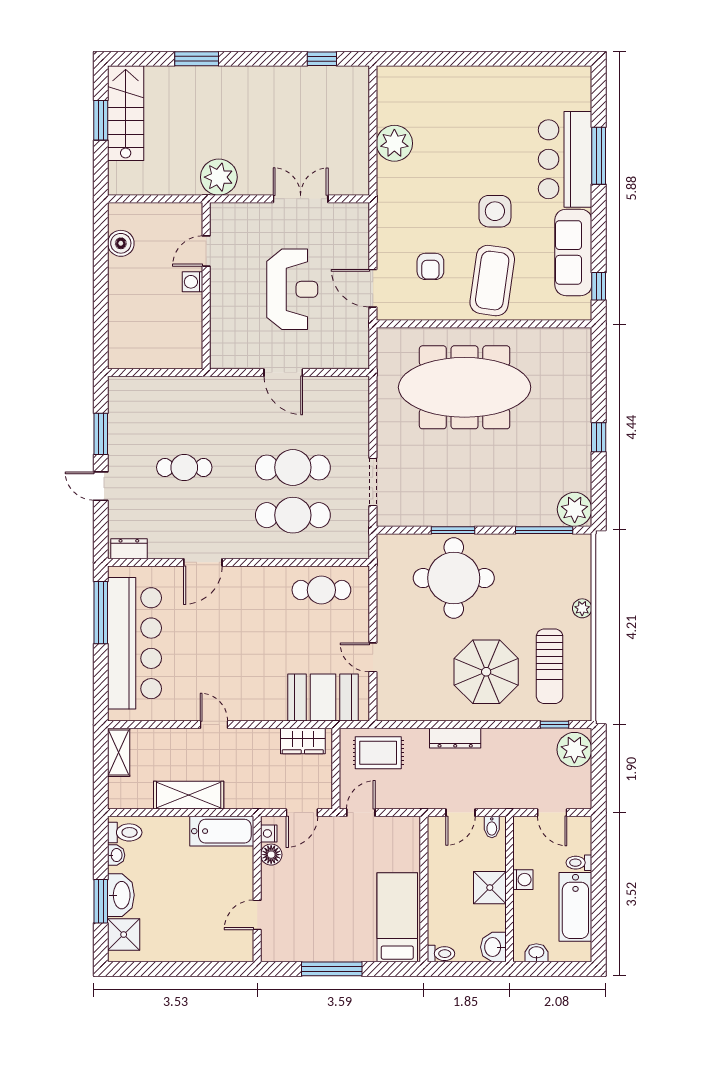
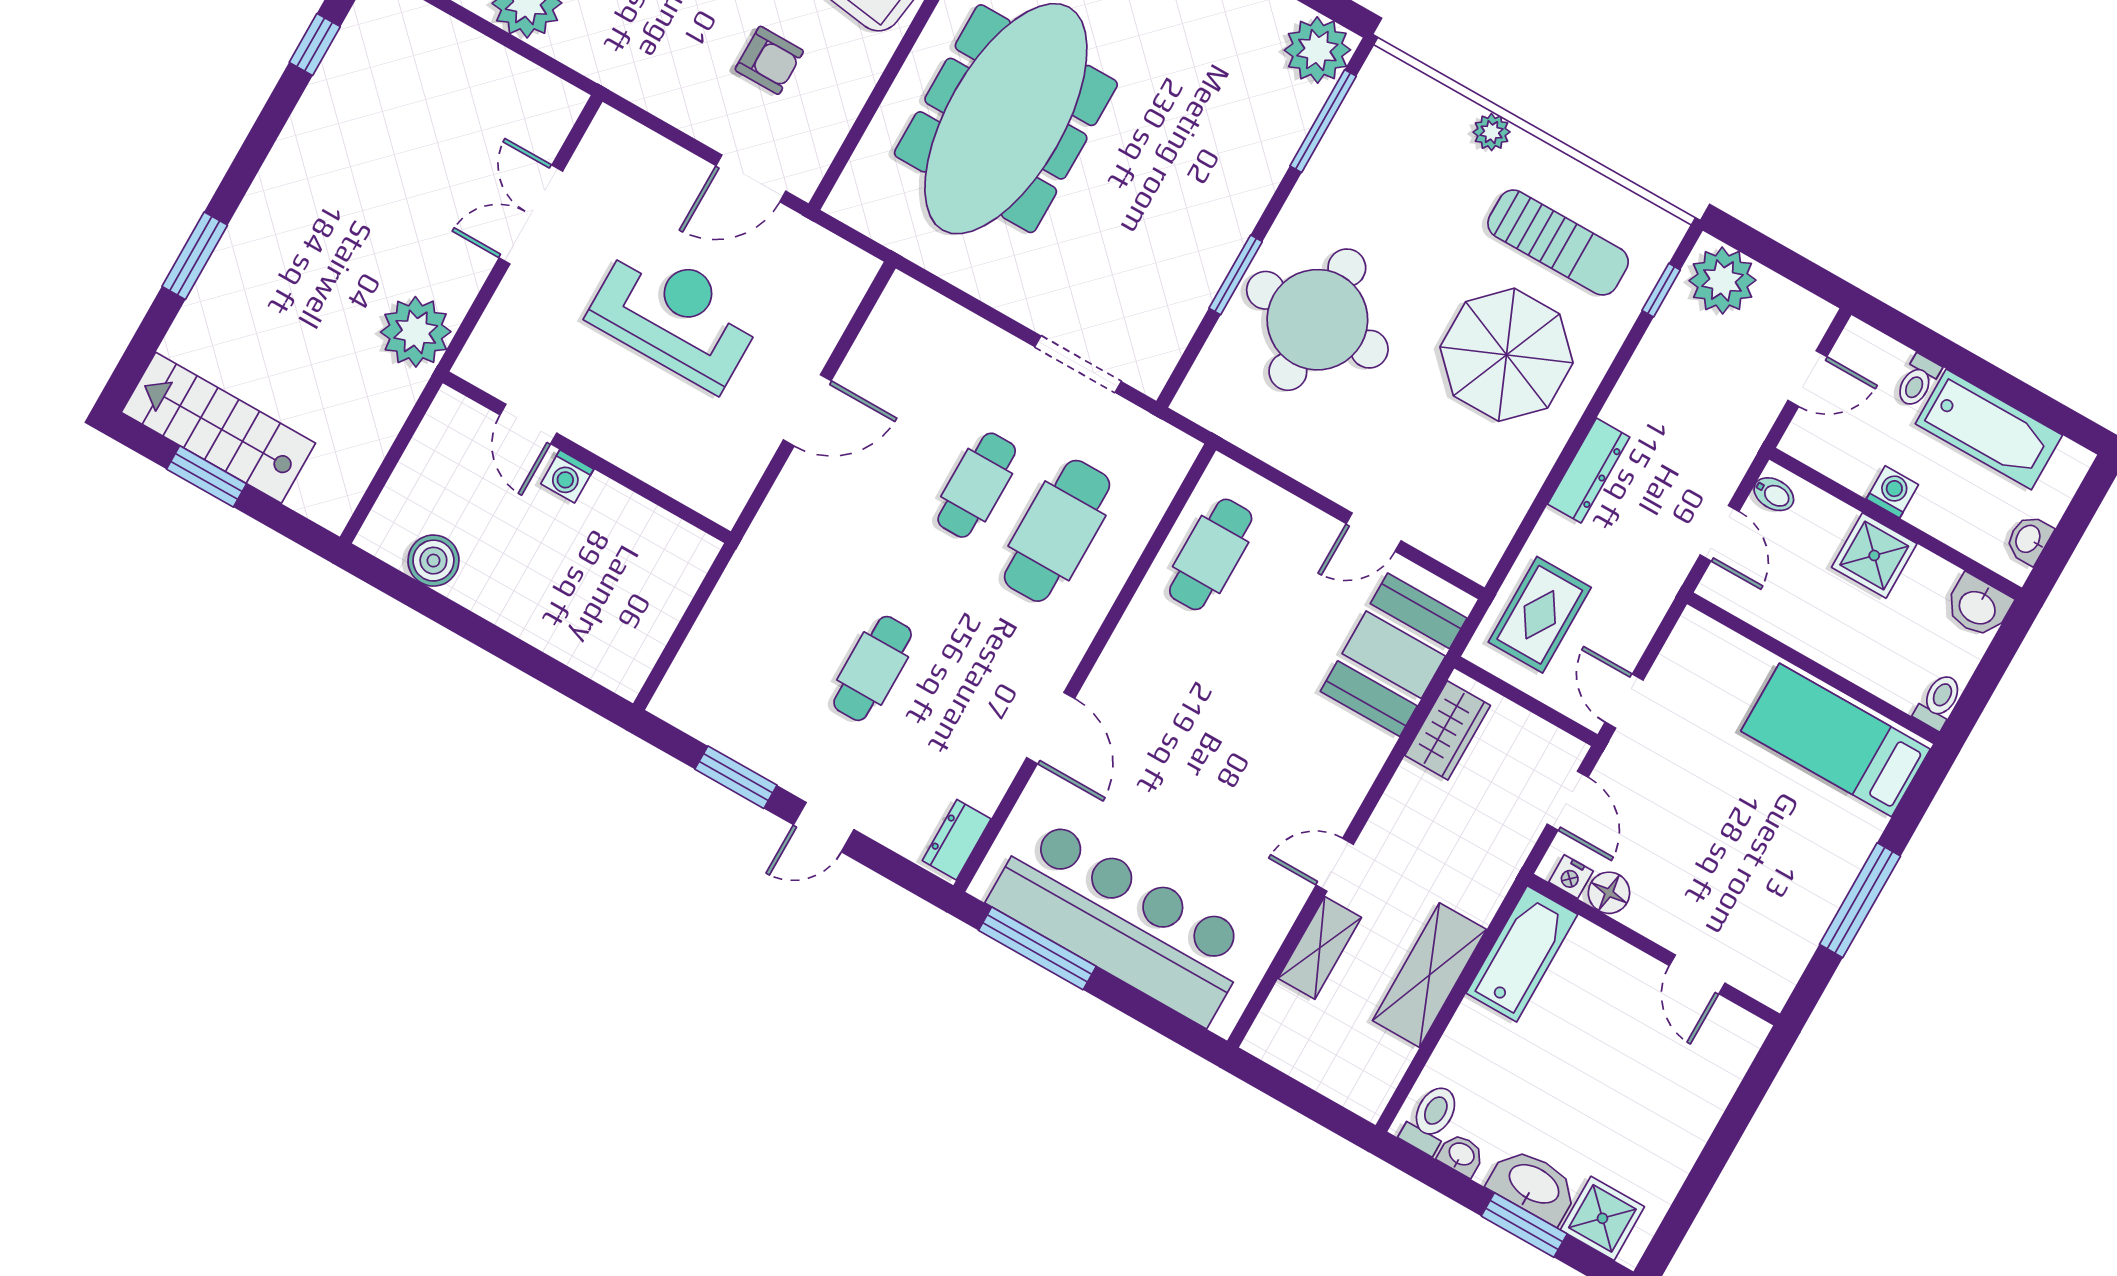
cafe table: (293, 467) -> (977, 485), width x0.73, depth x0.74
shelving: (119, 752) -> (1320, 948), moved, turned 90

